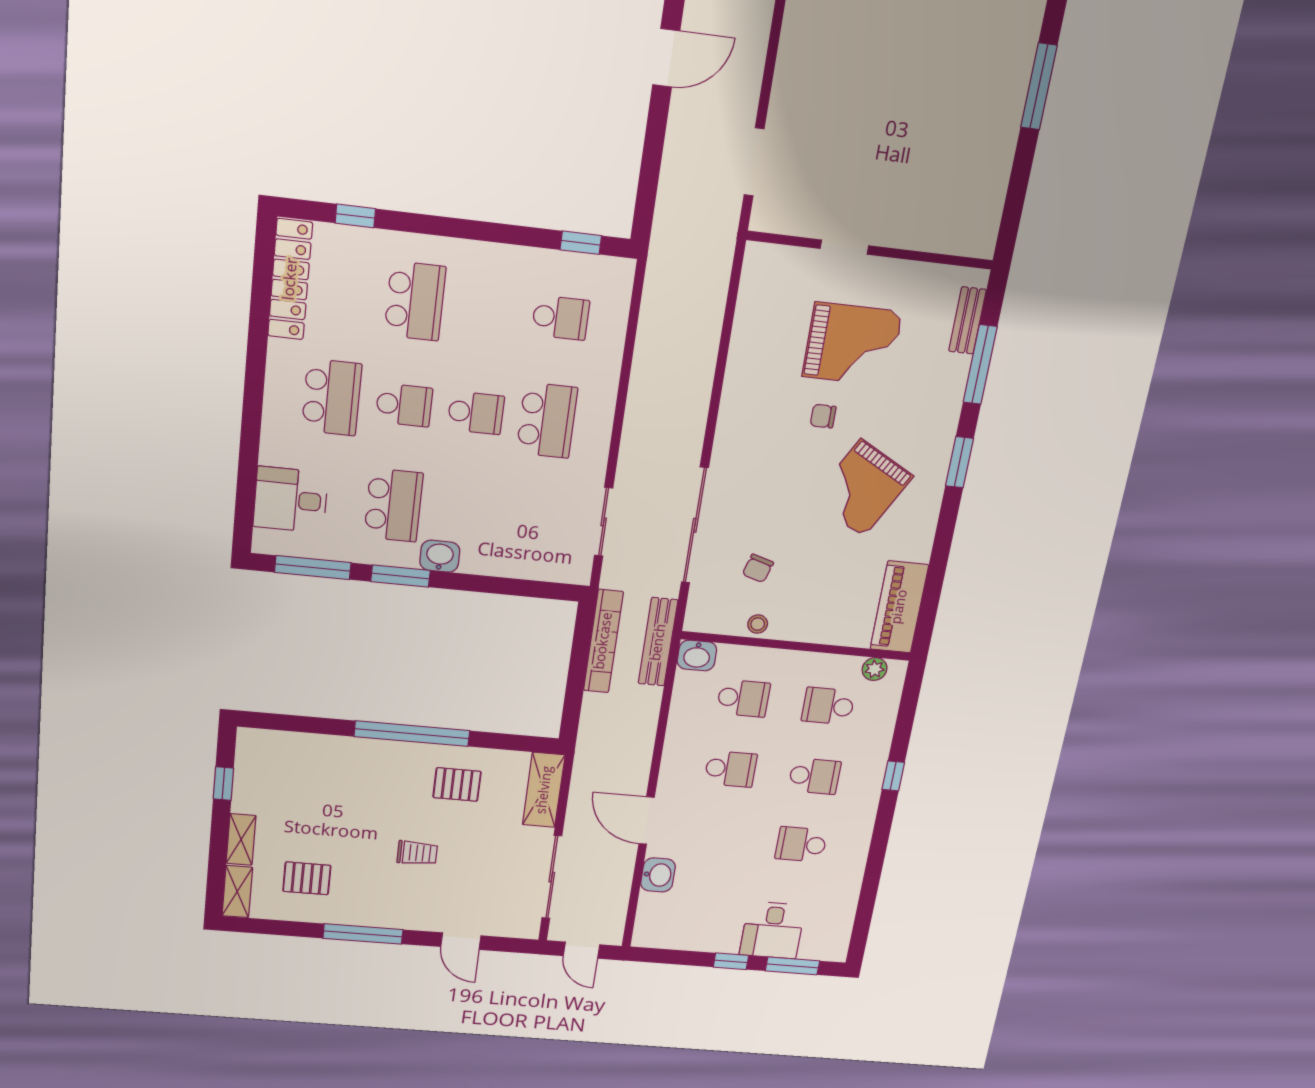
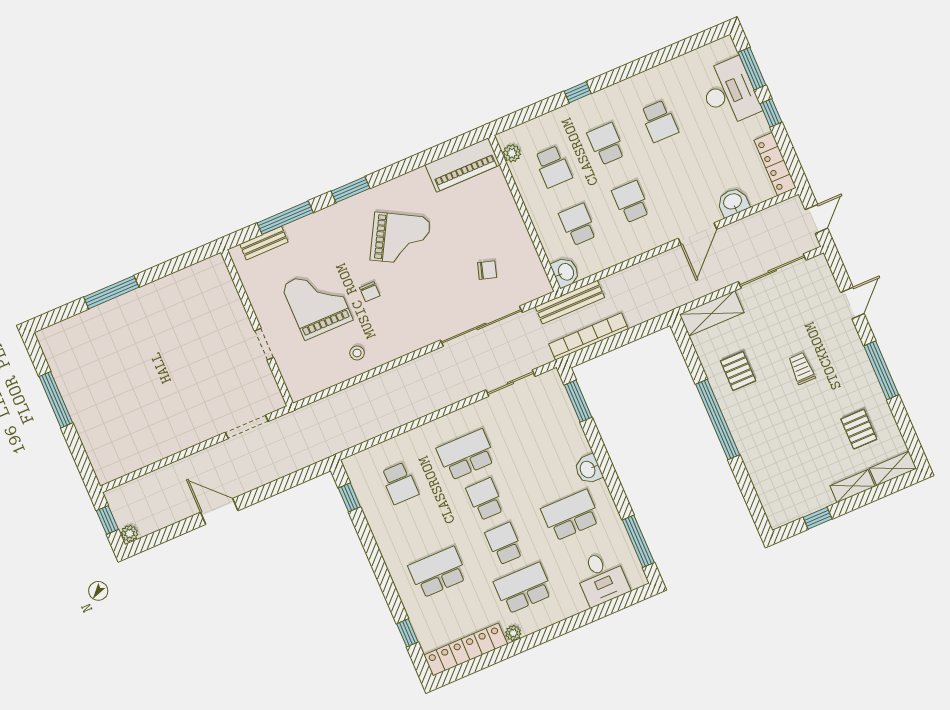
school desk: (561, 318) -> (400, 483), turned 180
plant: (279, 352) -> (513, 633), added
window: (401, 576) -> (578, 401), moved
stool: (758, 624) -> (357, 353), moved
desk: (772, 930) -> (729, 92), width x1.37
locker: (671, 938) -> (775, 164), added

